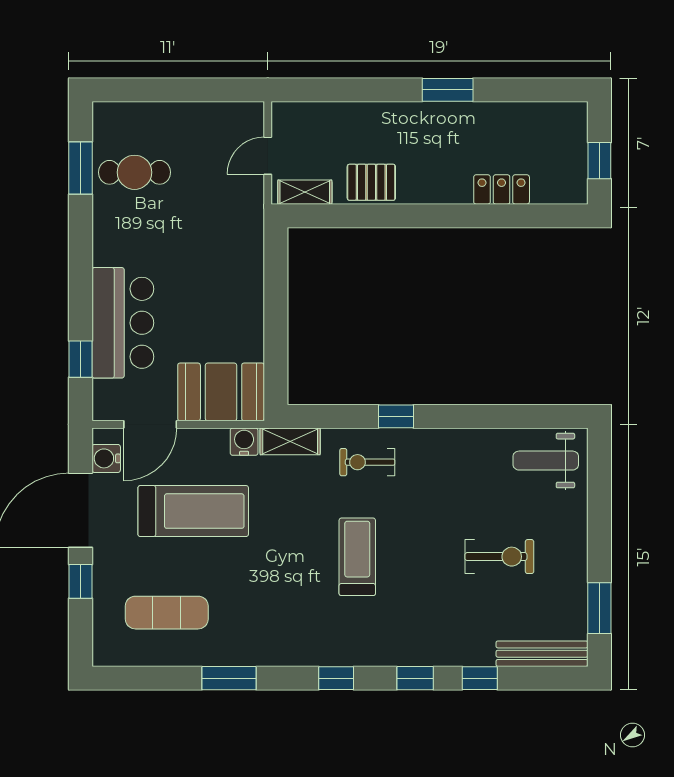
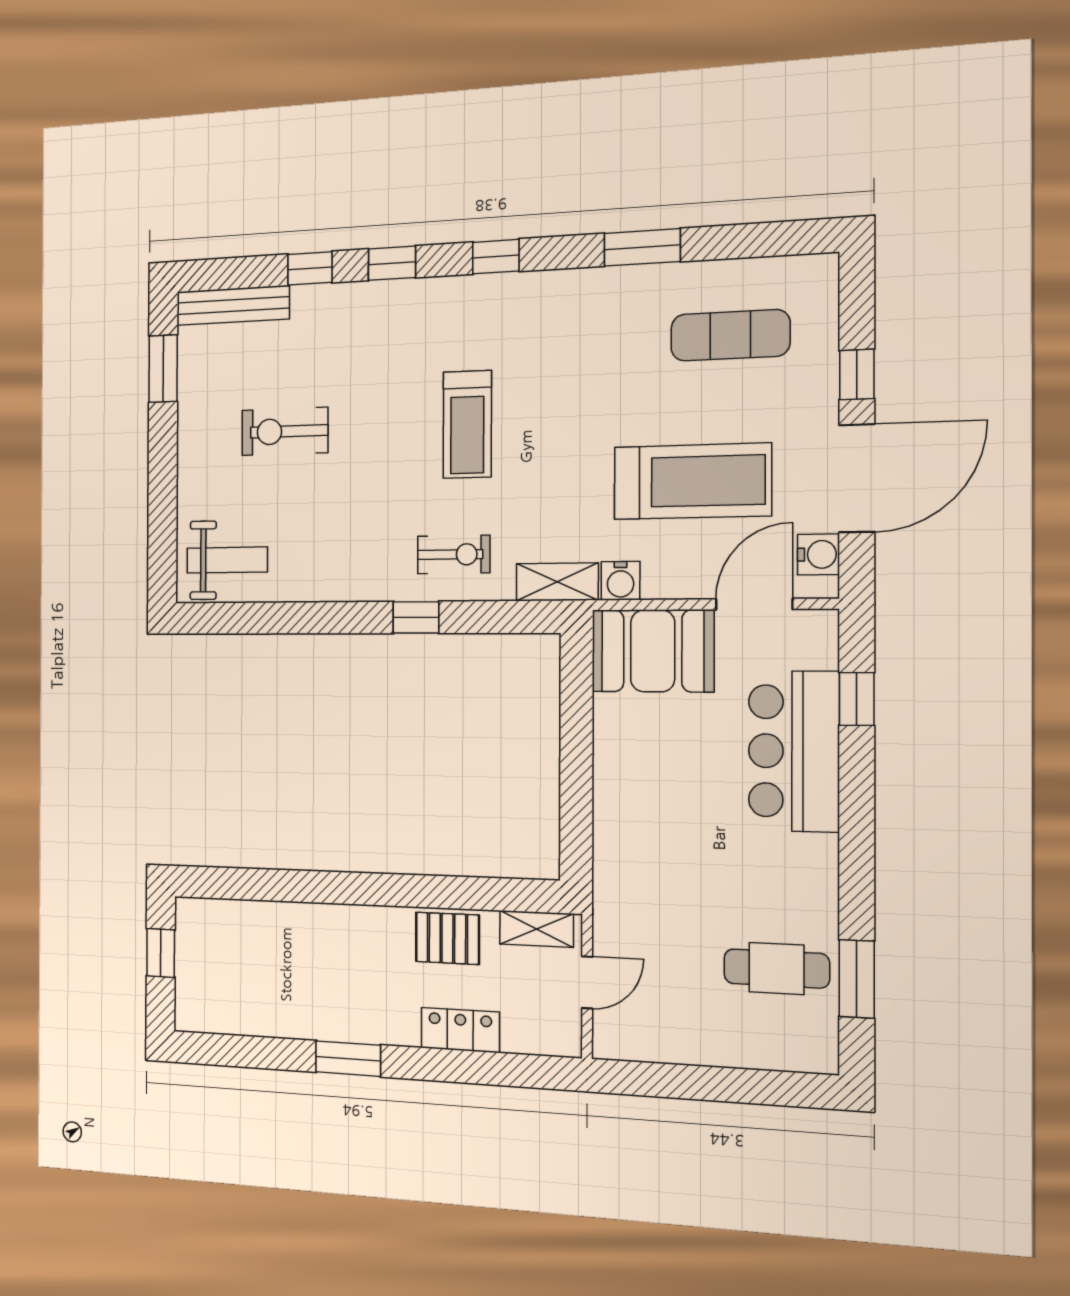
locker: (502, 189) -> (460, 1030), moved, turned 180
treadmill: (193, 511) -> (692, 481), turned 180

